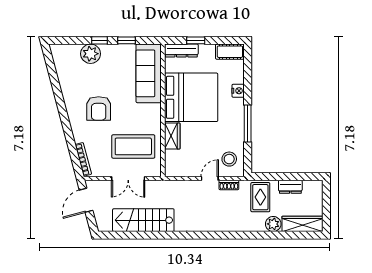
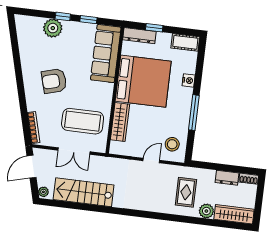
armchair: (99, 108) -> (54, 81), turned 74
wardrobe: (172, 136) -> (120, 122), width x1.50
shoe rack: (229, 185) -> (249, 179), moved
rug: (260, 197) -> (186, 192), moved
plant: (102, 225) -> (43, 192), added

